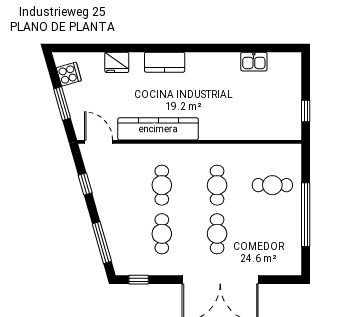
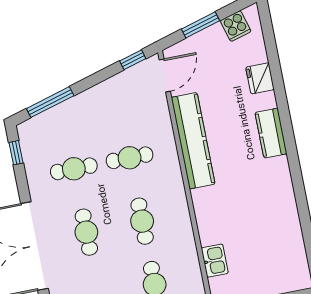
kitchen sink: (254, 62) -> (215, 261), moved, turned 180
window: (85, 184) -> (133, 60), moved
cafe table: (217, 185) -> (142, 221), turned 90
cafe table: (217, 234) -> (86, 232), turned 90

